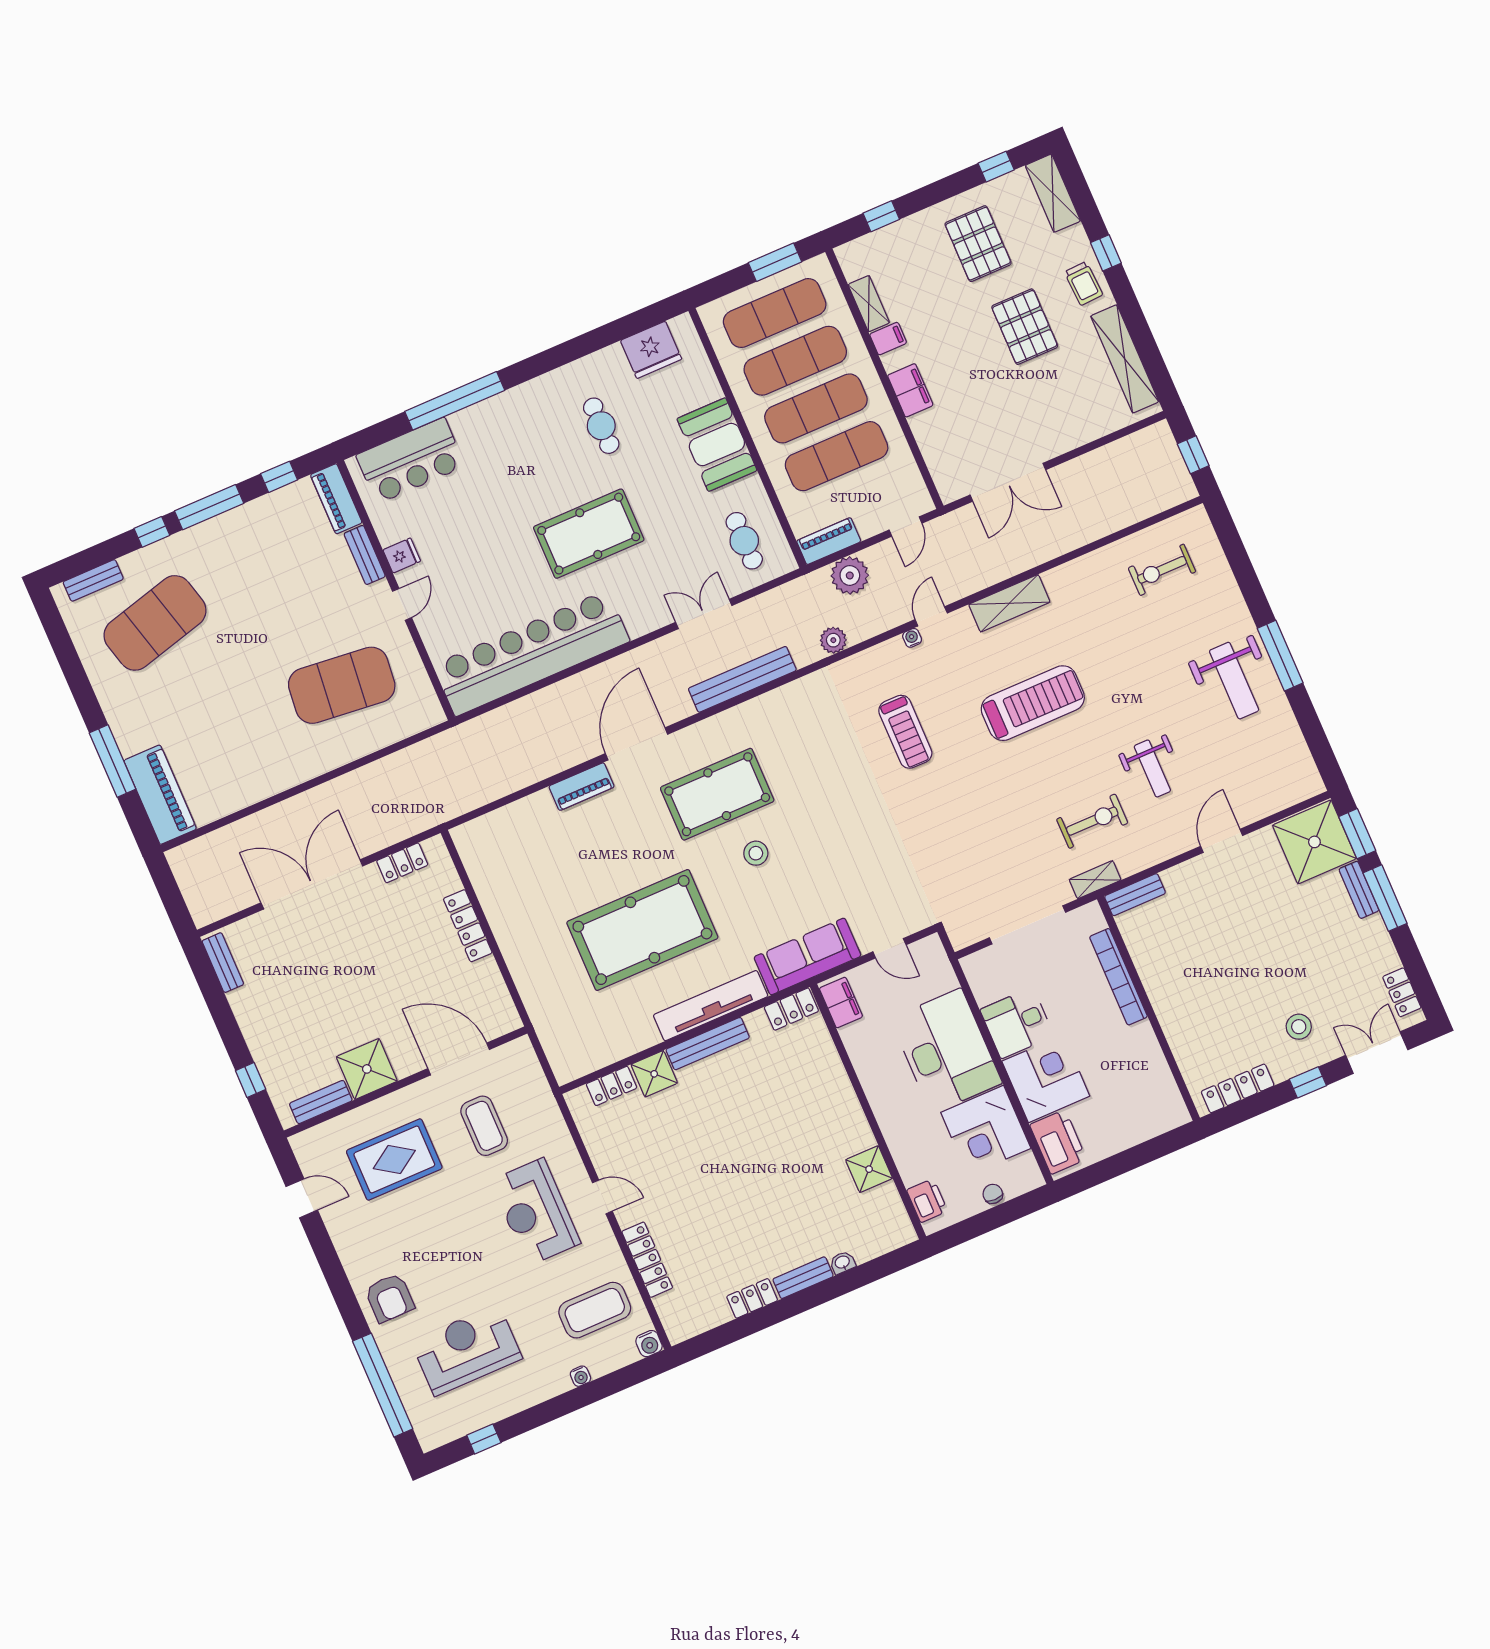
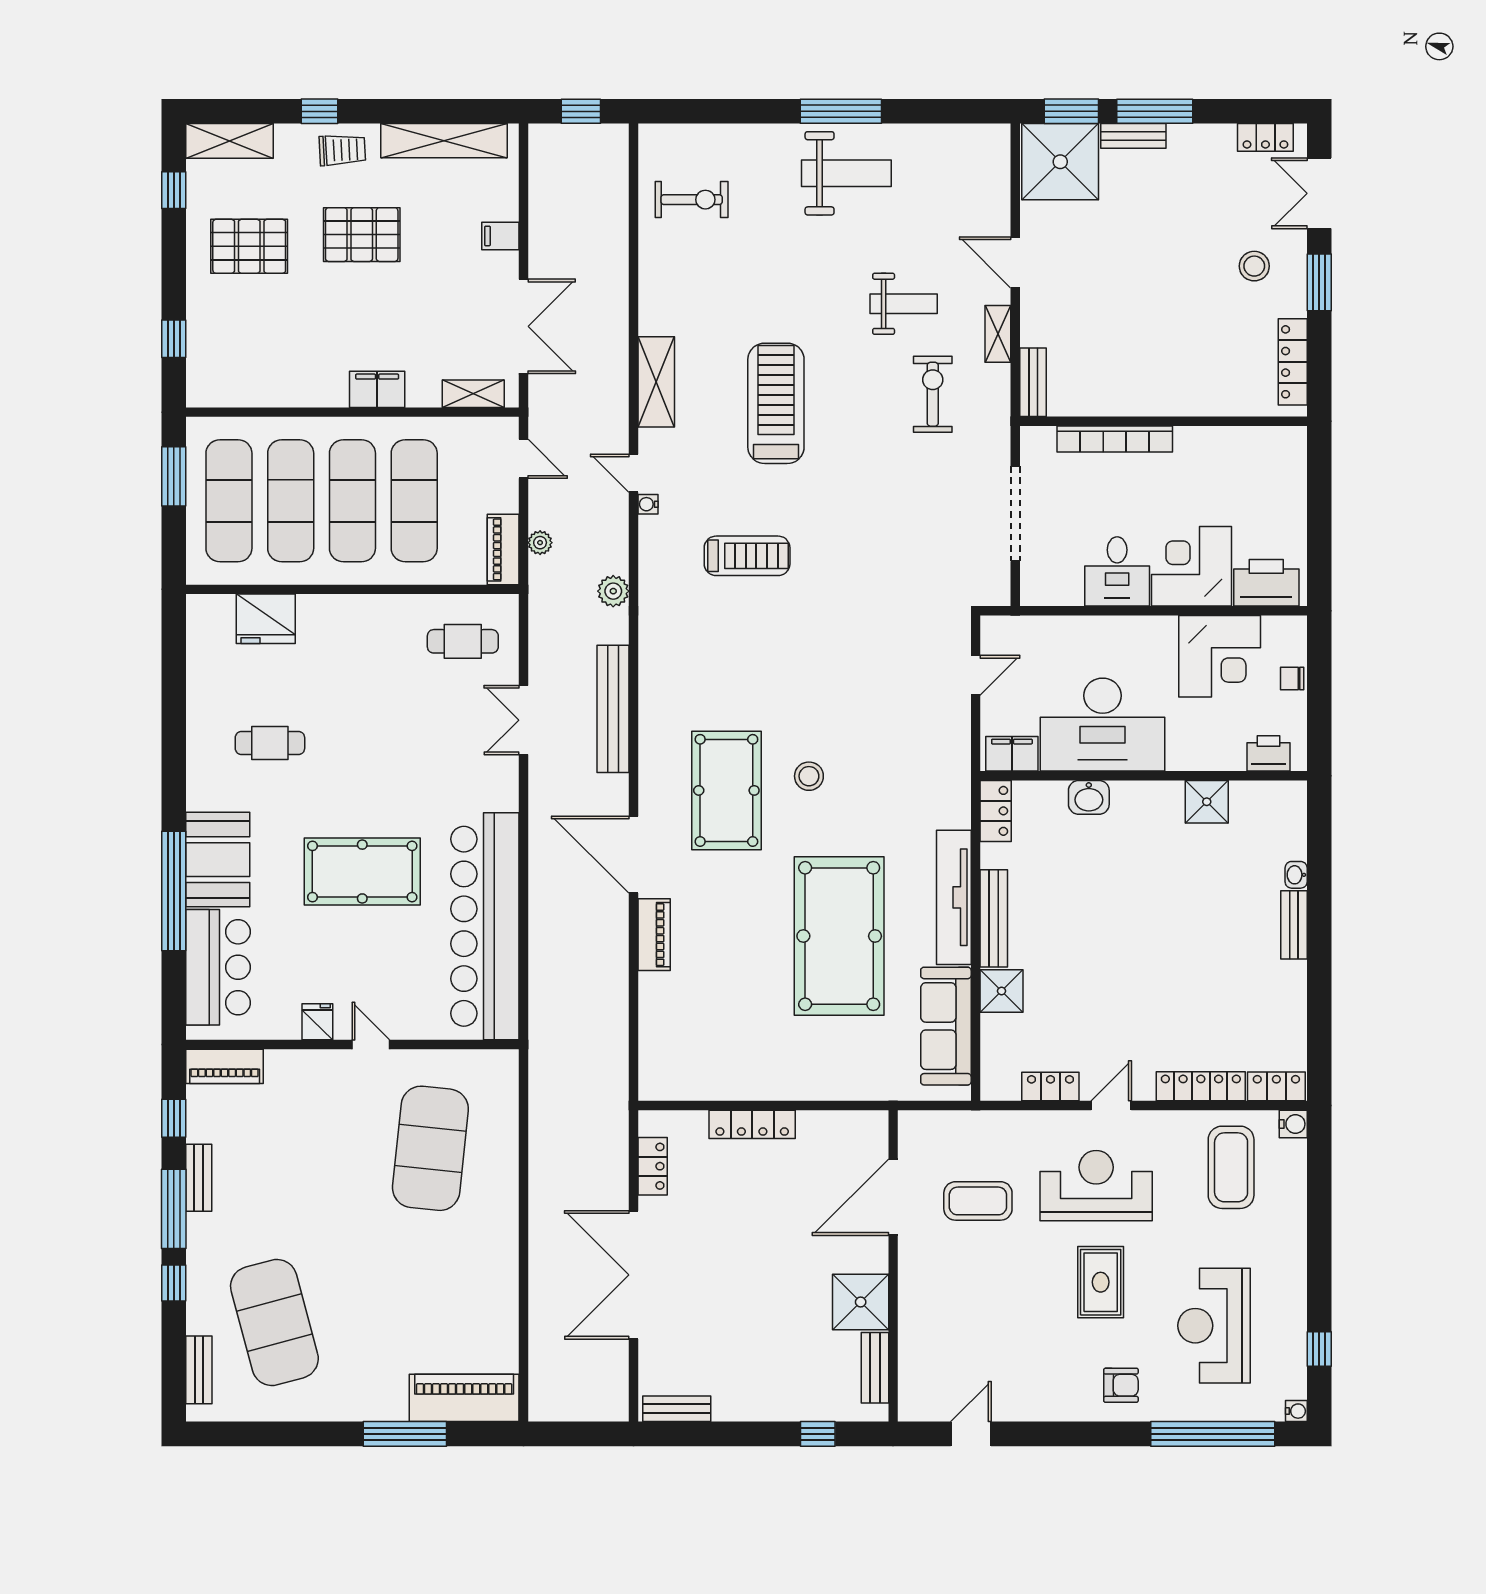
shelving: (869, 304) -> (473, 394), moved
filing cabinet: (888, 339) -> (500, 236), moved, turned -90
fridge: (651, 350) -> (266, 619), moved, turned 90
booth: (717, 445) -> (218, 860), moved, turned 90
pool table: (589, 534) -> (362, 872), moved, turned 90
bench: (365, 555) -> (199, 1178), moved, turned 90
exercise bike: (1162, 570) -> (692, 200), turned -90
plant: (850, 575) -> (540, 543), width x0.53, depth x0.53
shelving: (1095, 880) -> (998, 334), moved
sofa: (807, 956) -> (946, 1026), moved
desk: (946, 1051) -> (1103, 725), moved, turned 180
washbasin: (833, 1077) -> (1089, 797), added
window: (1308, 1082) -> (1319, 282), width x1.50
locker: (611, 1086) -> (1050, 1087), moved, turned -90
rug: (394, 1160) -> (1101, 1282), moved, width x0.73, depth x0.70
reception desk: (536, 1212) -> (1096, 1186), turned 180
armchair: (390, 1298) -> (1121, 1385), width x0.72, depth x0.72
locker: (752, 1298) -> (1276, 1086), moved, turned 90
water cooler: (580, 1376) -> (1296, 1411), moved

